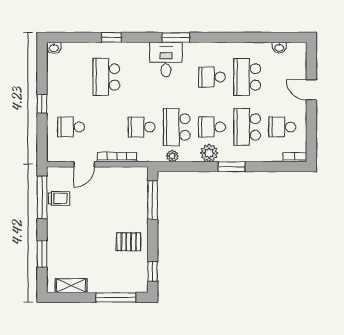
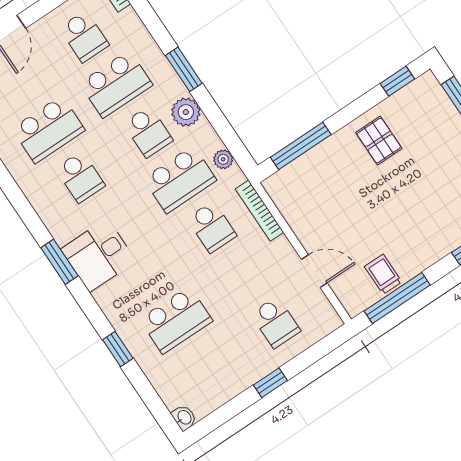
bookcase: (117, 157) -> (259, 211), moved

